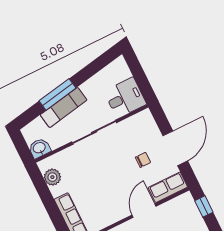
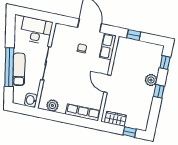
window: (58, 94) -> (9, 67), width x1.46
desk: (125, 98) -> (36, 31), width x1.37
door: (144, 211) -> (107, 84), moved

